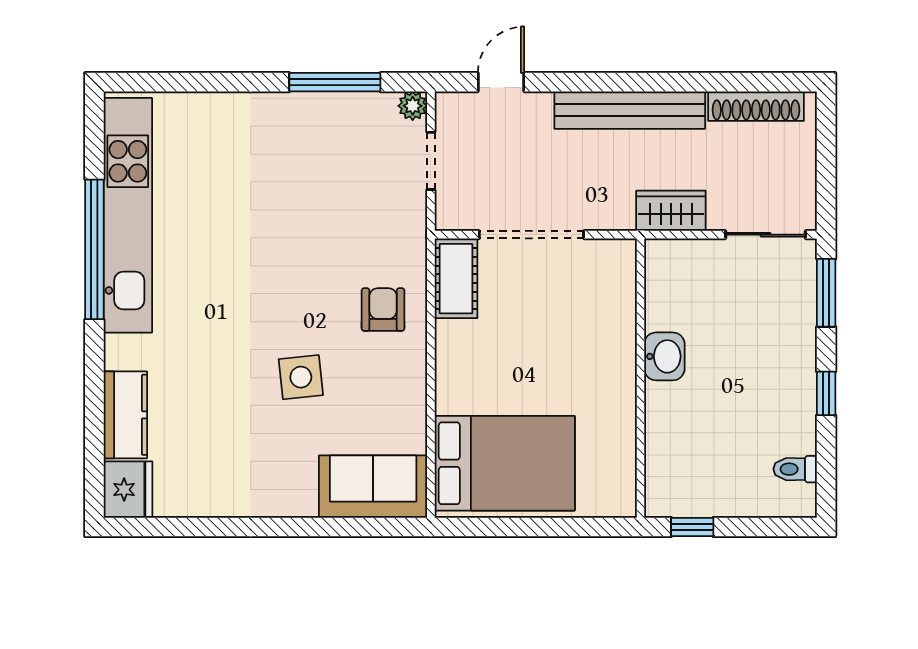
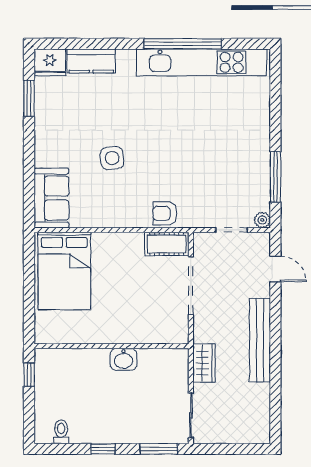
shoe rack: (756, 106) -> (262, 410), removed
armchair: (383, 310) -> (165, 213), moved, turned 180
window: (193, 527) -> (29, 98), added

